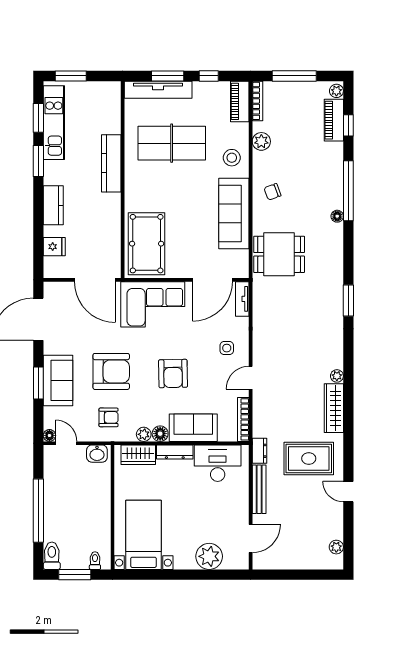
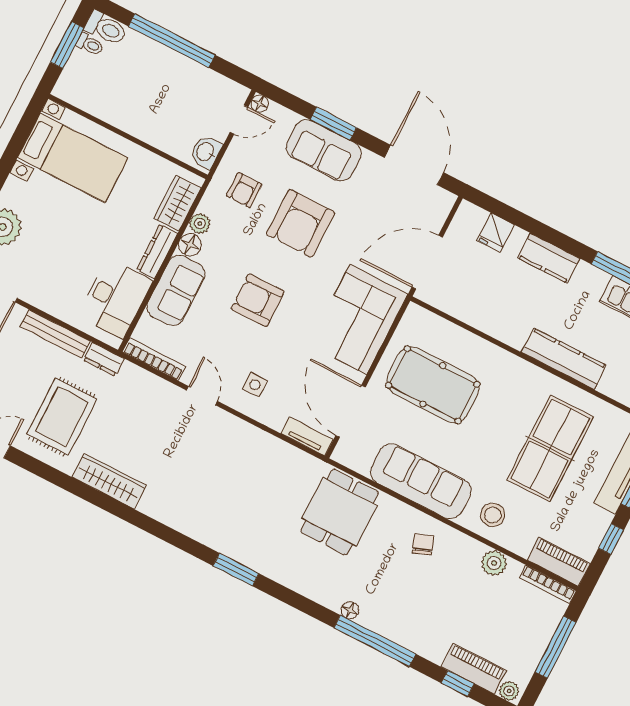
pool table: (147, 244) -> (433, 385), moved
plant: (337, 376) -> (148, 506), removed
toilet: (95, 561) -> (90, 44), moved

